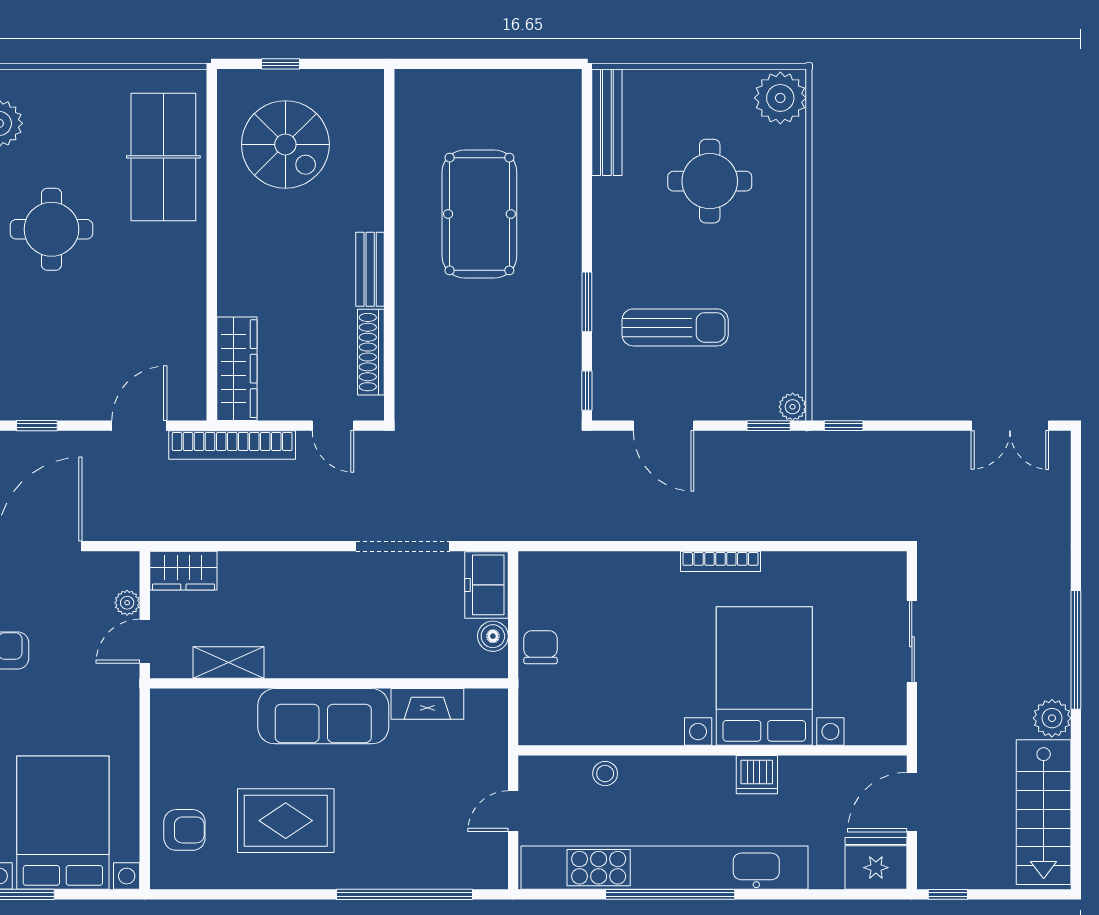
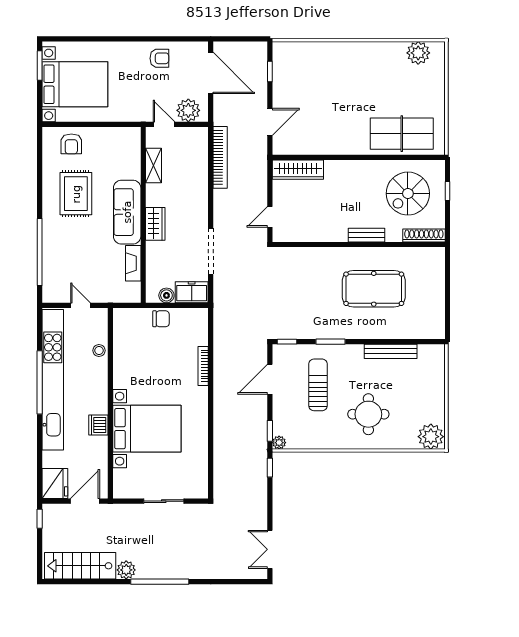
bench: (607, 122) -> (391, 351), moved
round table: (710, 181) -> (368, 414), moved
round table: (51, 229) -> (366, 79), removed
bench: (370, 269) -> (367, 235), moved
sun lounger: (675, 327) -> (318, 385), turned 180
shoe rack: (371, 352) -> (424, 236), moved
door: (139, 426) -> (270, 122), hinge flipped
bookcase: (232, 445) -> (220, 157), moved, turned 180
bookcase: (720, 561) -> (203, 366), moved
wardrobe: (183, 571) -> (155, 224), moved, turned 180
plant: (127, 603) -> (188, 110), width x1.88, depth x1.88
door: (912, 802) -> (85, 501), hinge flipped

